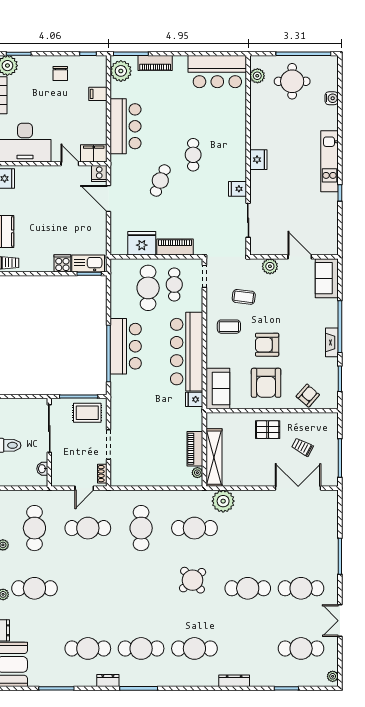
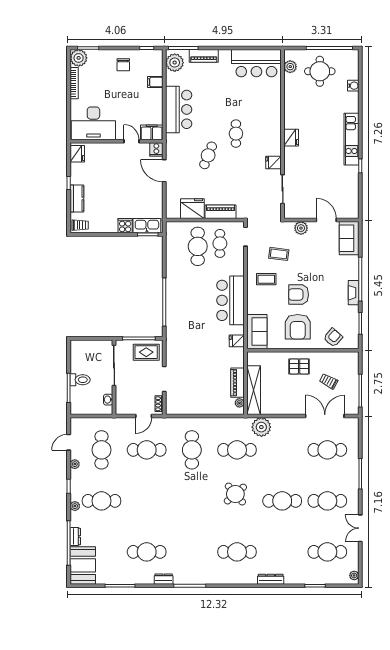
bar counter: (126, 346) -> (179, 296), removed
bar counter: (187, 352) -> (230, 300), width x0.73
cafe table: (141, 648) -> (327, 450), moved

